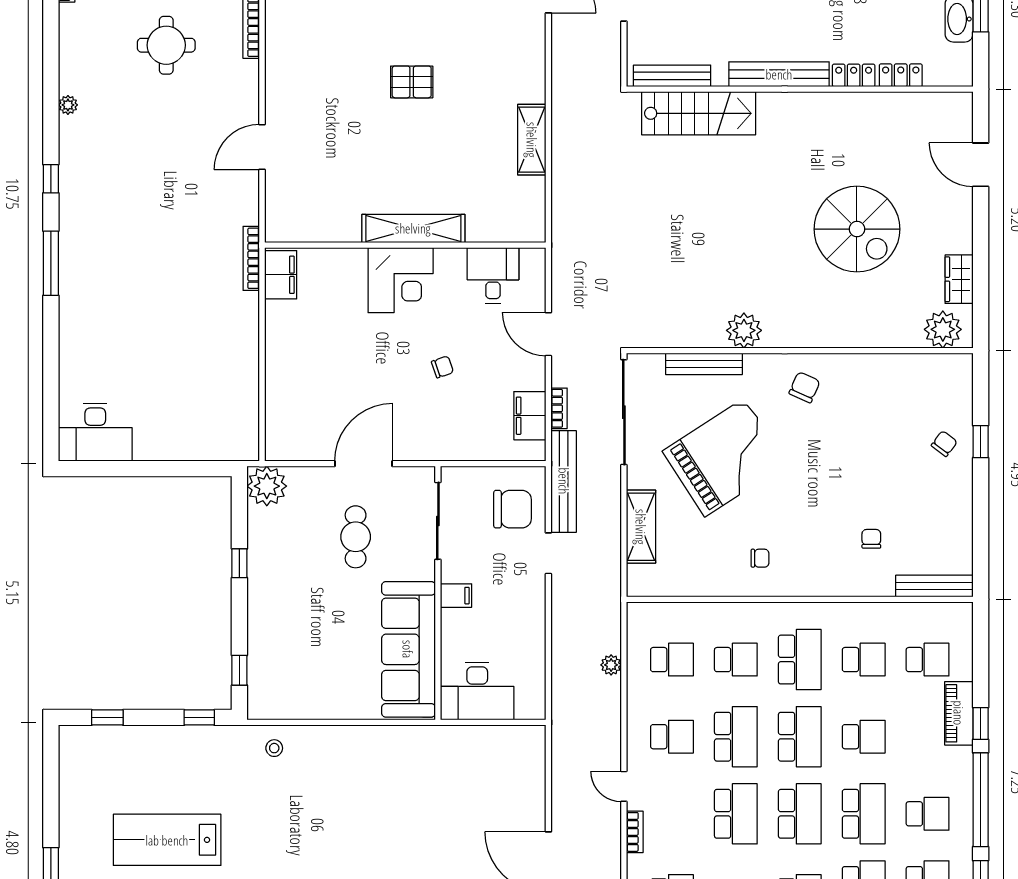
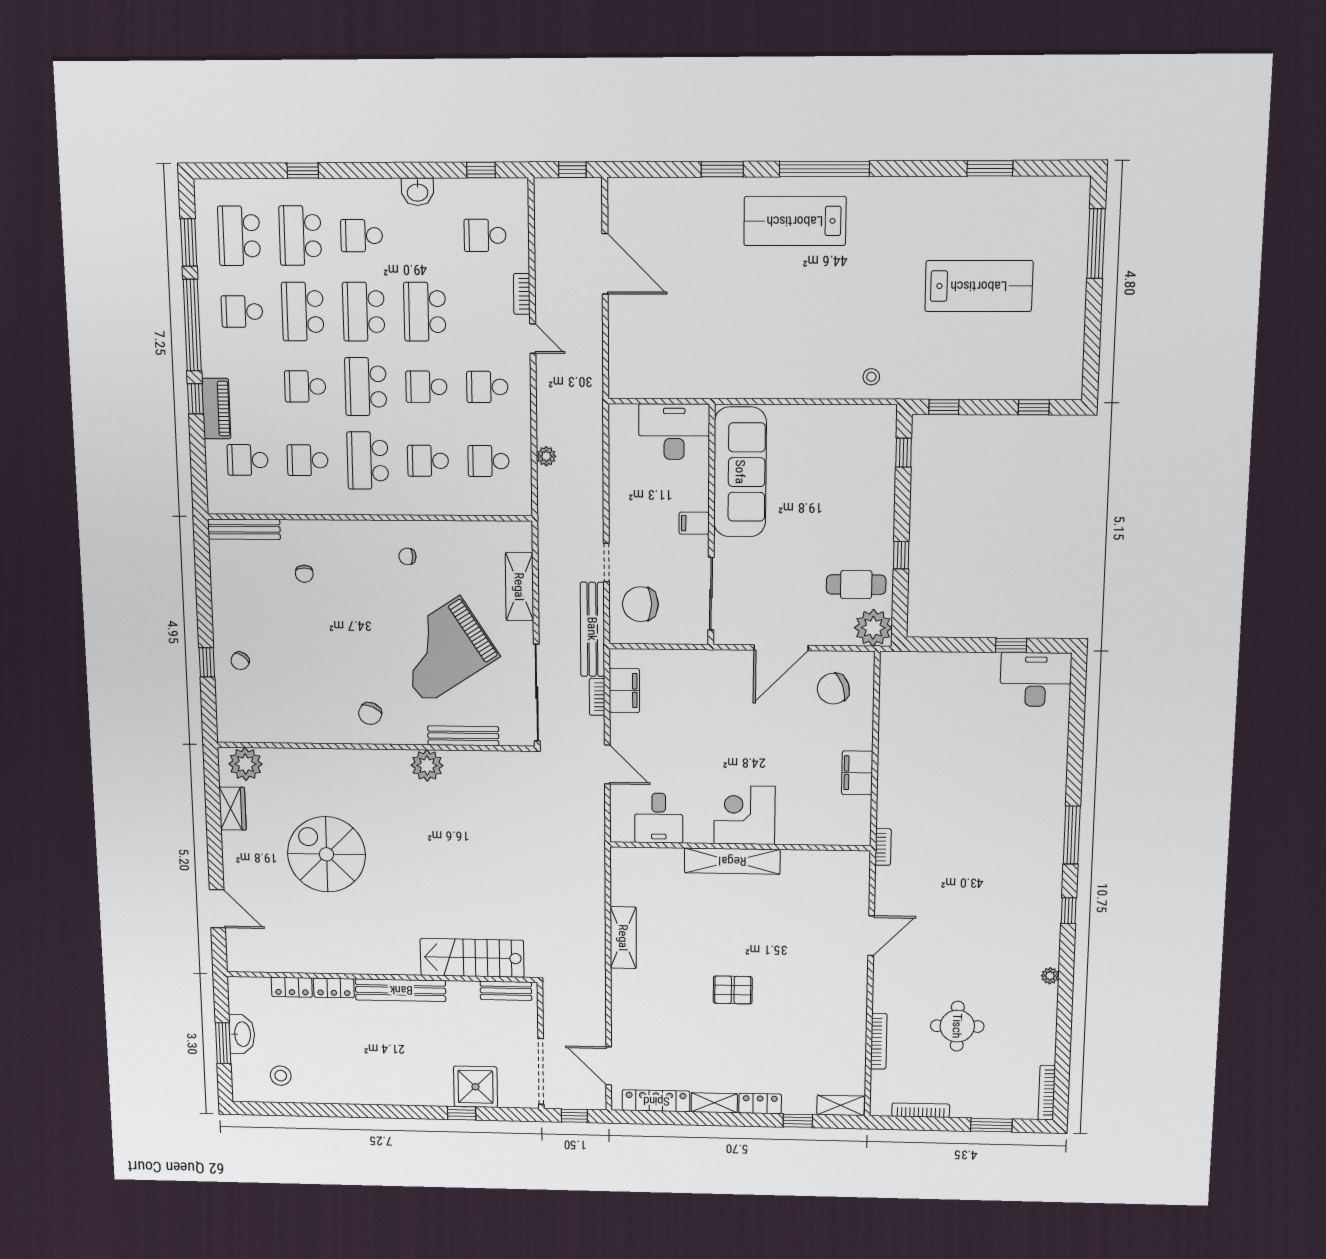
bench: (672, 76) -> (506, 991), width x0.73
bookcase: (251, 258) -> (883, 847), width x0.64
filing cabinet: (281, 275) -> (857, 773), moved
chair: (442, 367) -> (833, 689), moved, width x1.87, depth x1.87
window: (122, 469) -> (1011, 645), added
cafe table: (356, 537) -> (856, 585), moved, turned 90
school desk: (736, 737) -> (426, 387), width x0.54

